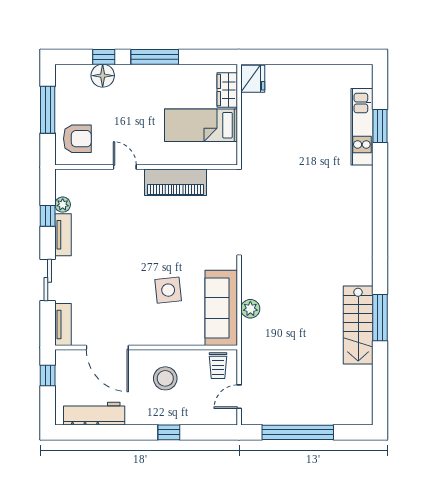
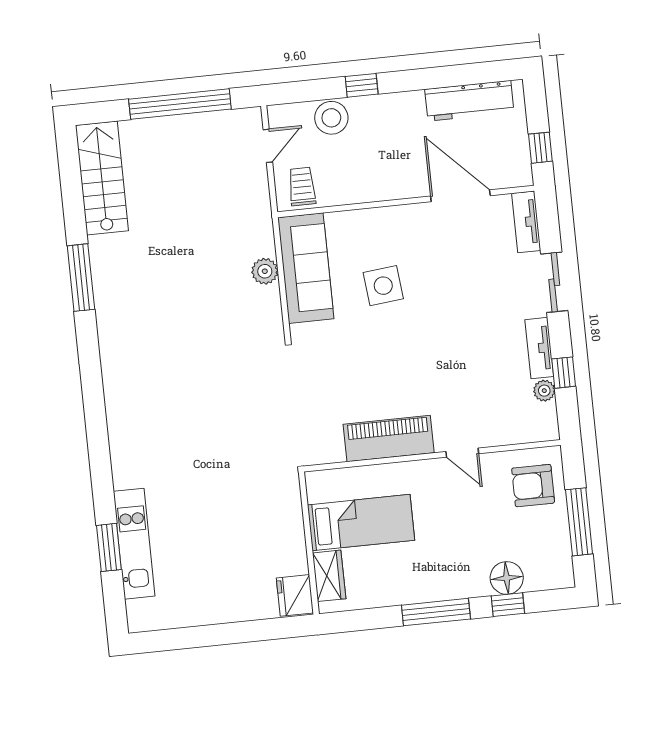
stairs: (358, 325) -> (102, 178), moved
stool: (165, 378) -> (331, 118), moved

